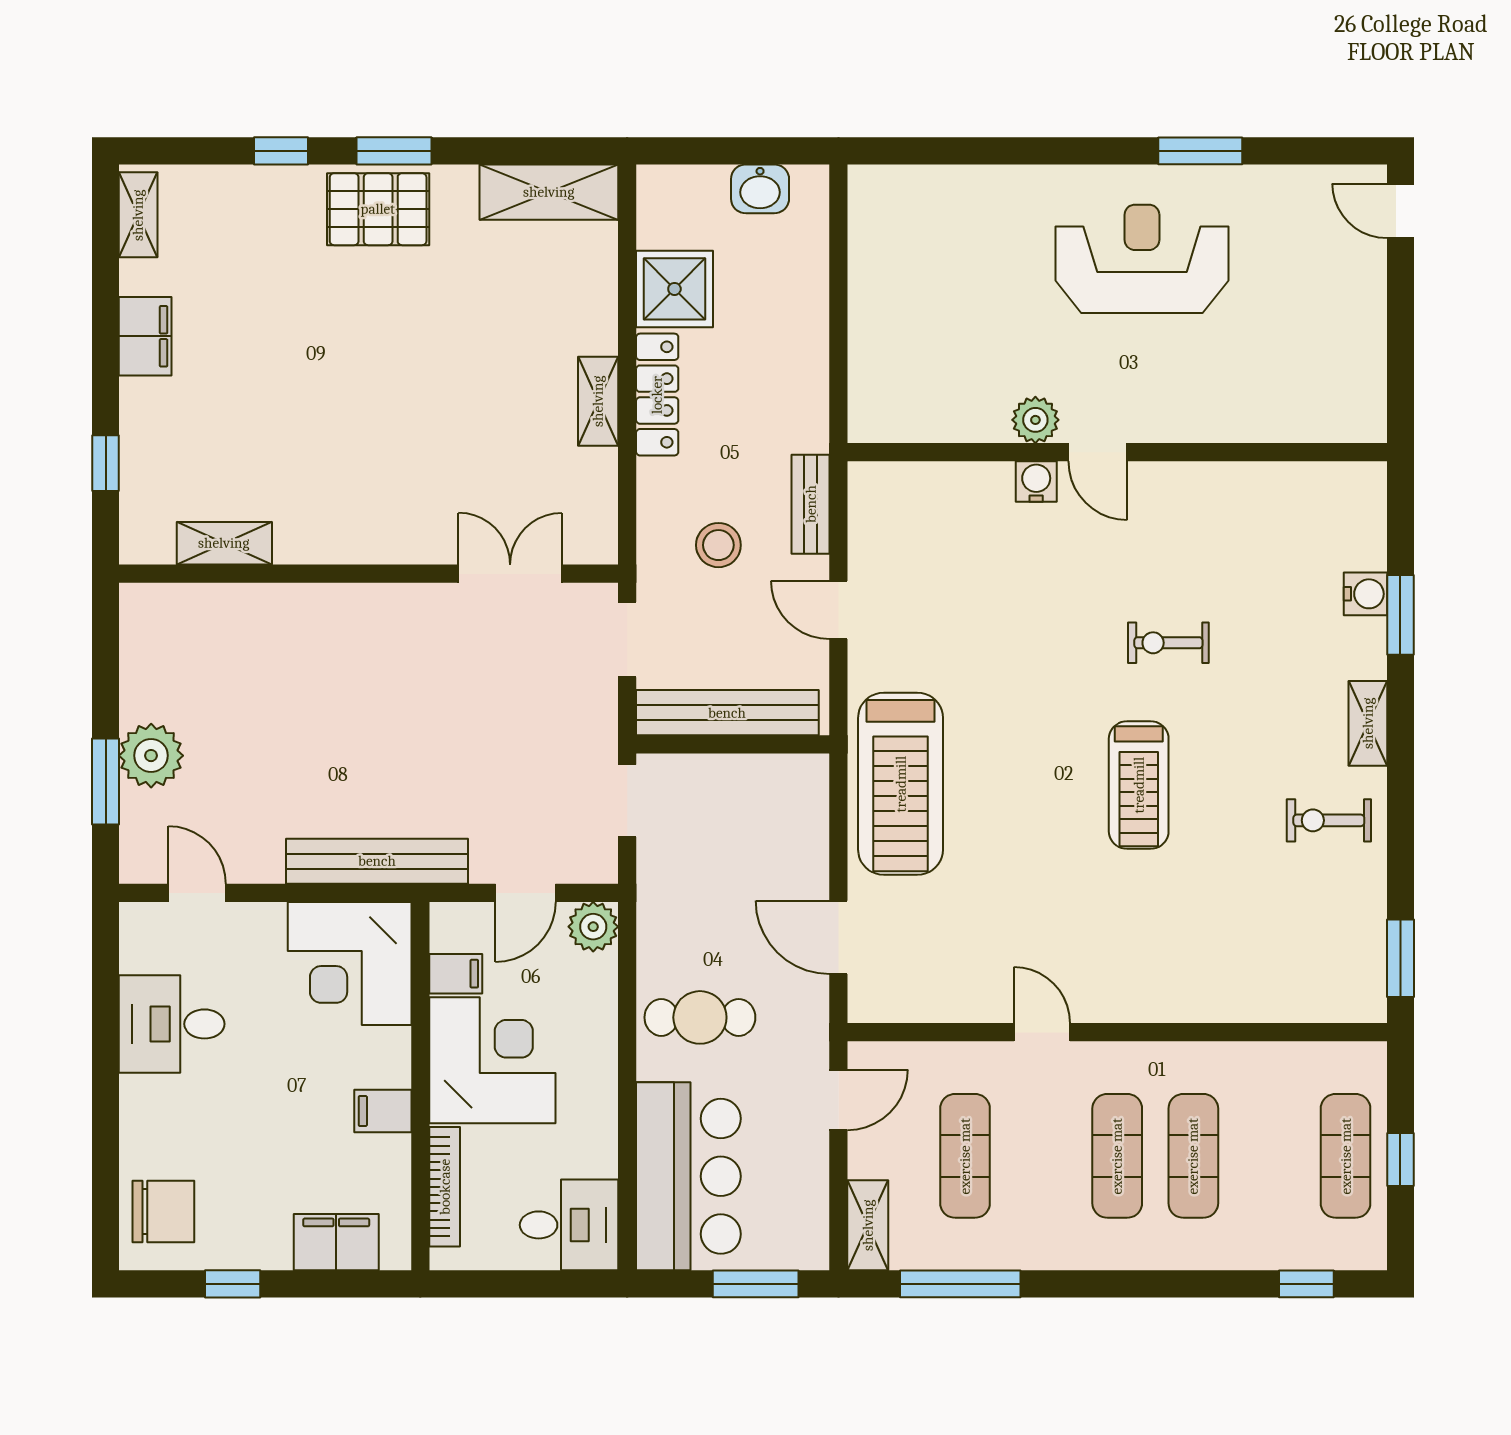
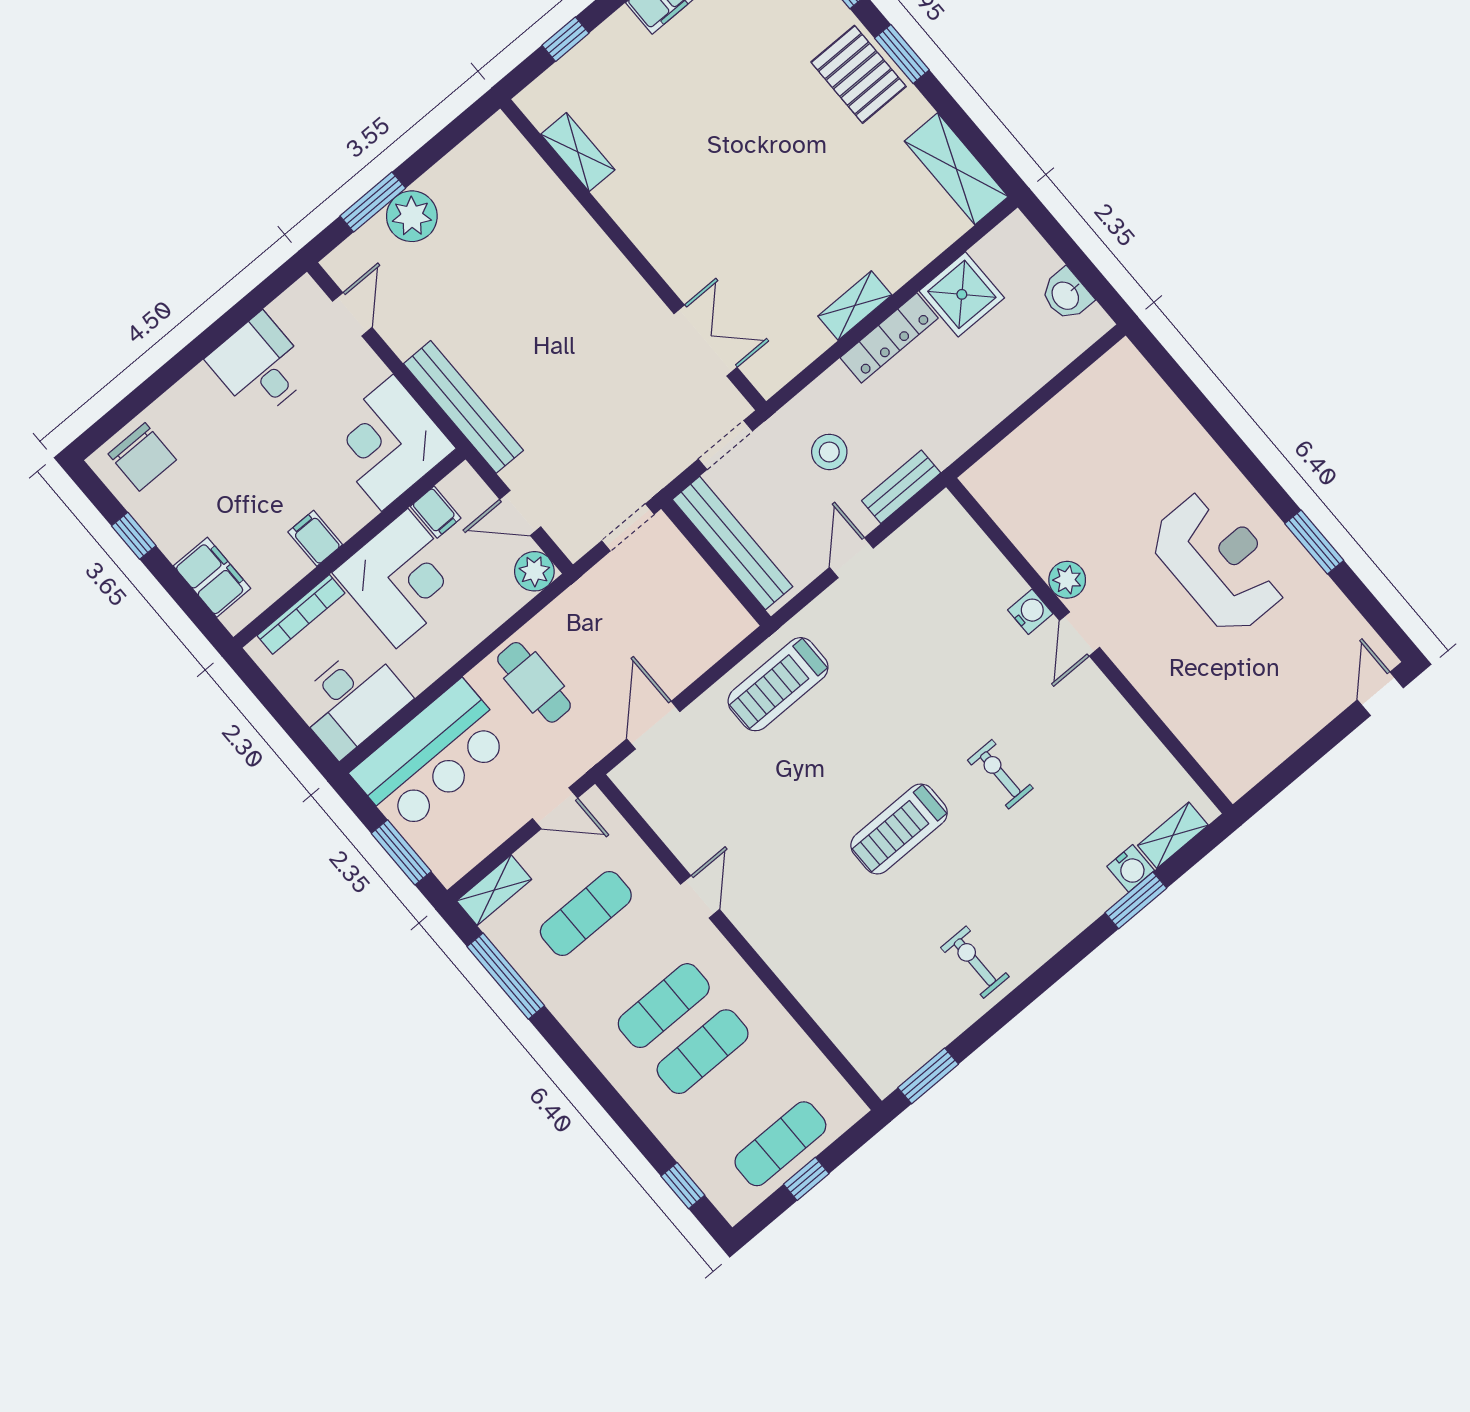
shelving: (1368, 723) -> (1173, 835), moved
treadmill: (901, 784) -> (778, 684), width x0.73, depth x0.73
desk: (569, 1225) -> (352, 701), width x1.37

